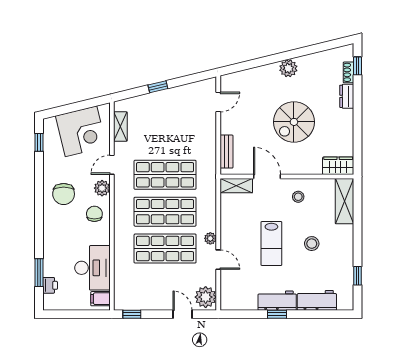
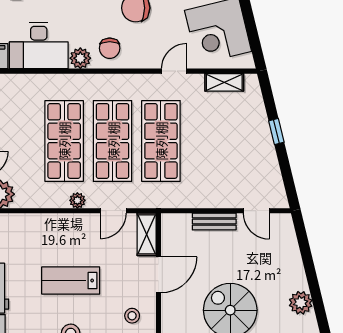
bench: (226, 152) -> (214, 222), moved
door: (112, 165) -> (174, 71), hinge flipped
plant: (102, 188) -> (80, 58), moved
chair: (94, 214) -> (110, 48), turned 90
door: (218, 260) -> (113, 211), moved

